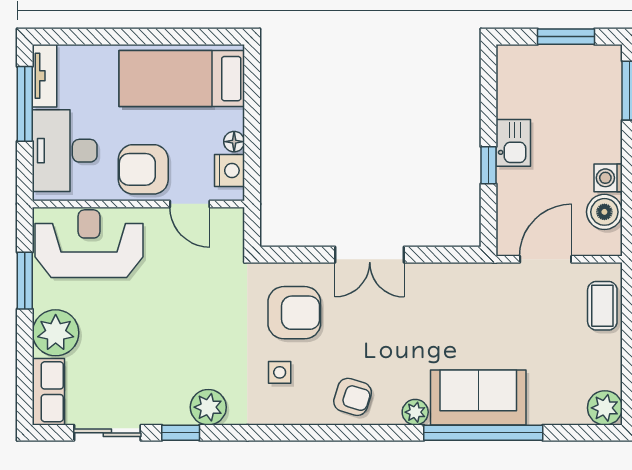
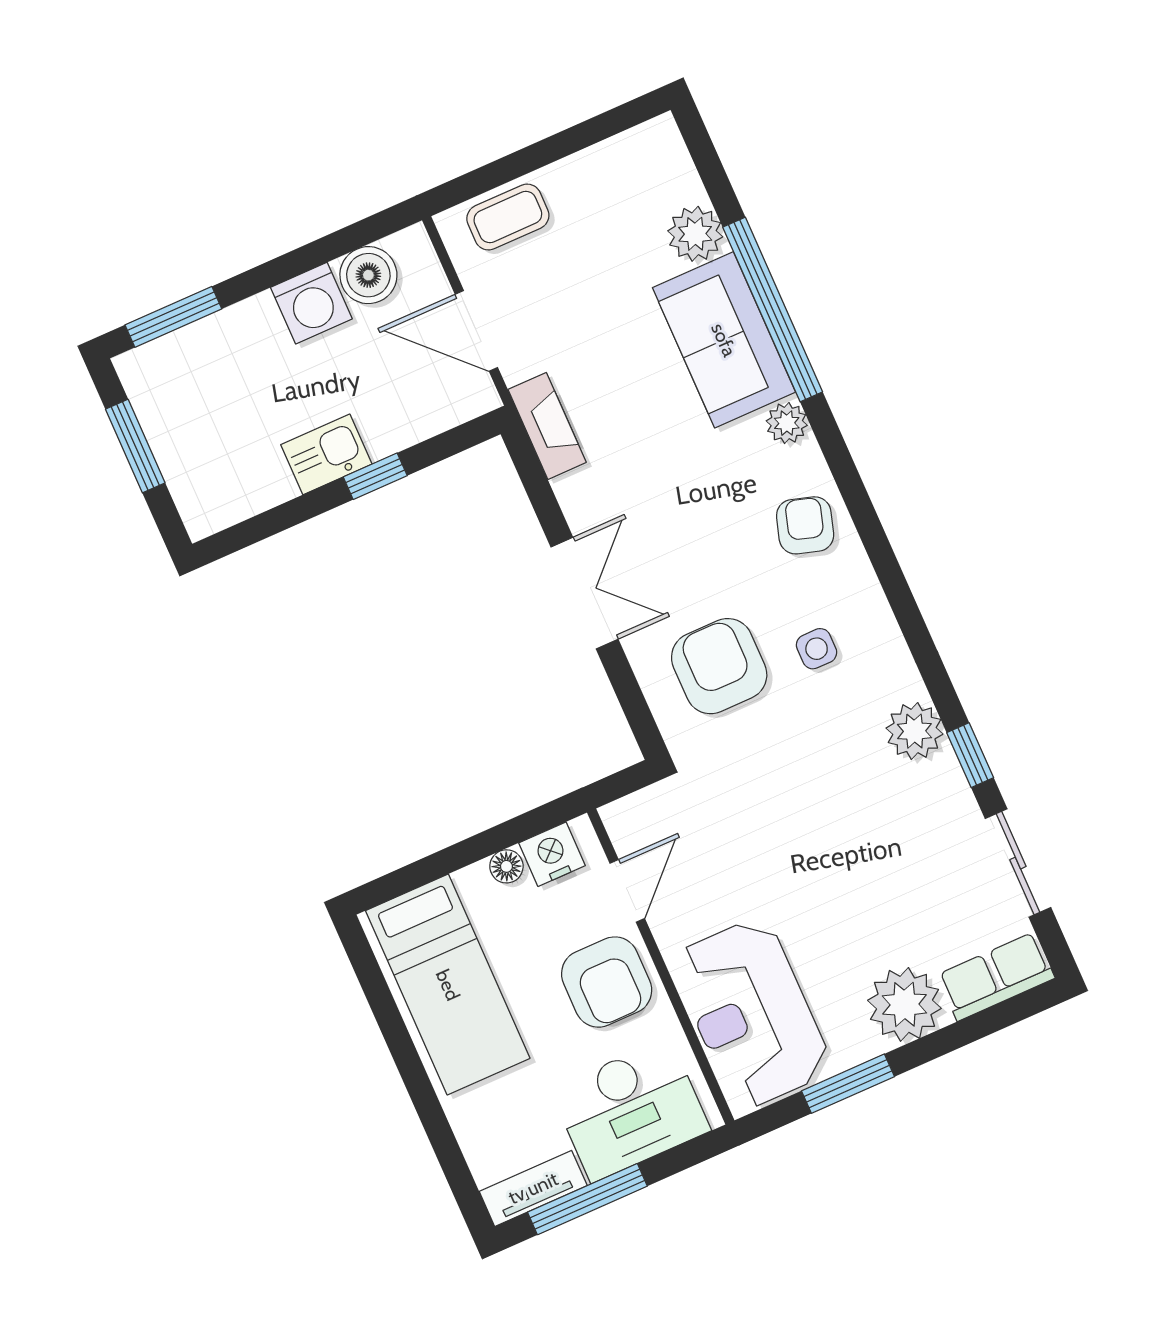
washing machine: (608, 178) -> (311, 303), width x1.38, depth x1.38
fireplace: (474, 275) -> (547, 426), added
plant: (605, 408) -> (695, 234), moved

